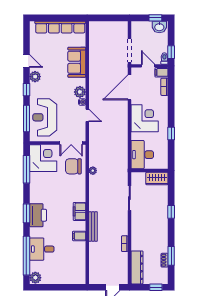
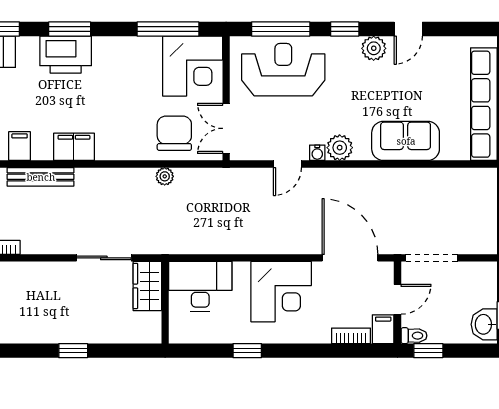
wardrobe: (157, 178) -> (147, 286), moved

